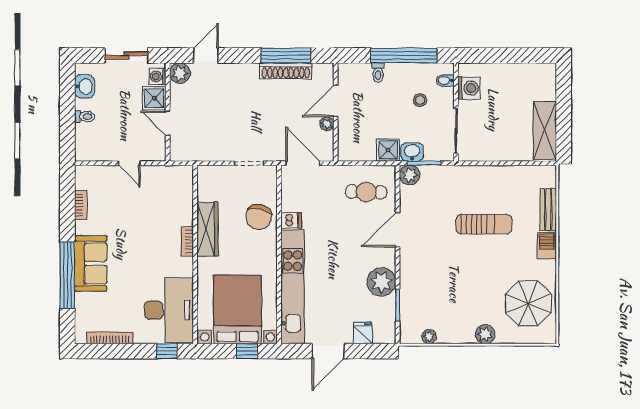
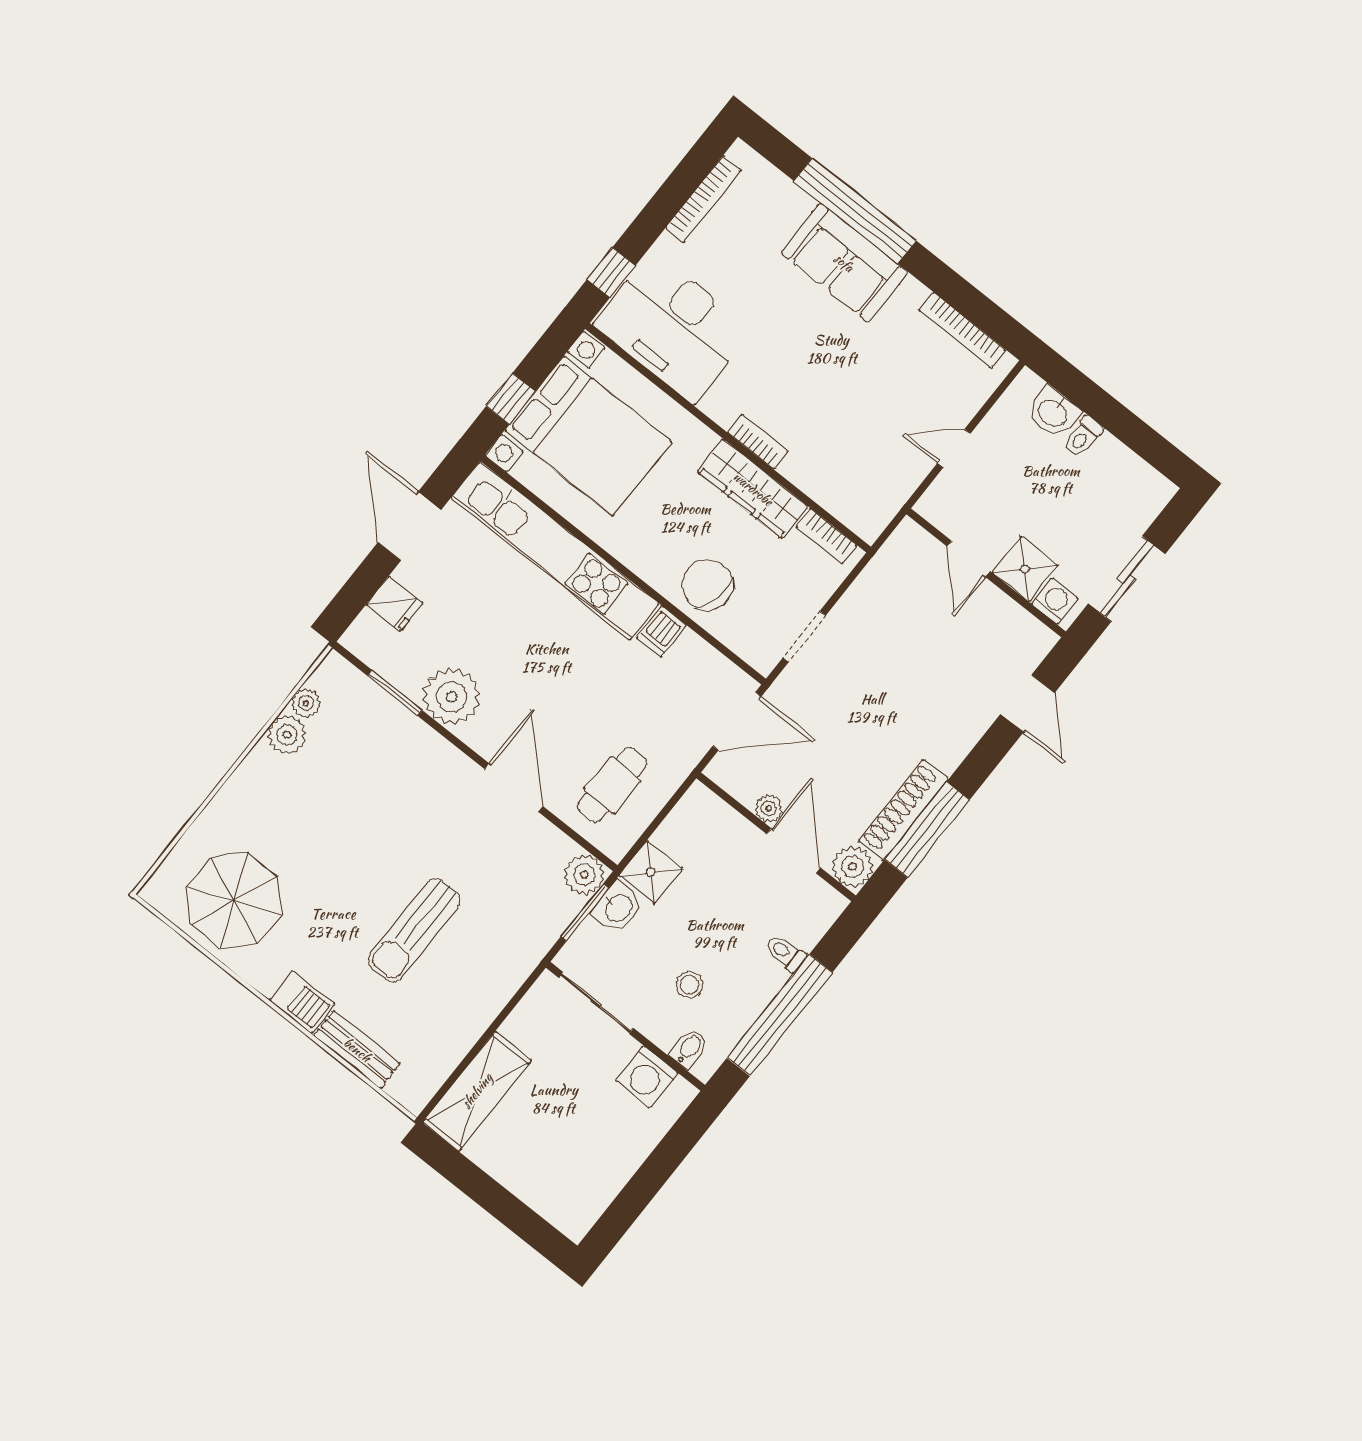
plant: (180, 73) -> (853, 867), moved
washbasin: (84, 86) -> (1053, 412), moved
door: (168, 123) -> (969, 559), swing flipped
shelving: (545, 130) -> (477, 1091), moved, turned 90
bookcase: (203, 186) -> (827, 536), added
bookcase: (81, 205) -> (962, 330), width x1.56
plant: (485, 334) -> (287, 735), moved

